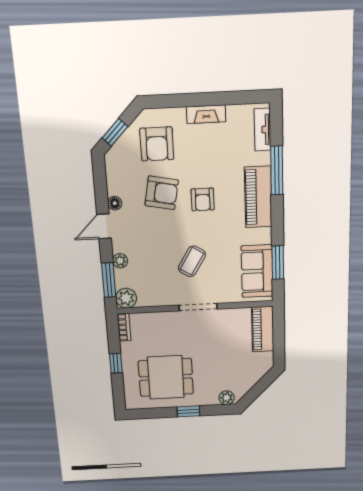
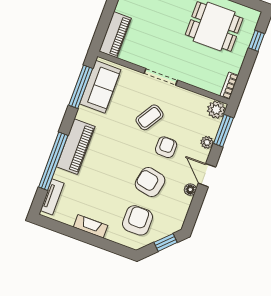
window: (277, 170) -> (53, 161), width x1.46
armchair: (203, 199) -> (166, 147), moved
door: (104, 226) -> (207, 175), swing flipped
window: (278, 263) -> (81, 87), width x1.44
window: (116, 363) -> (256, 41), moved

